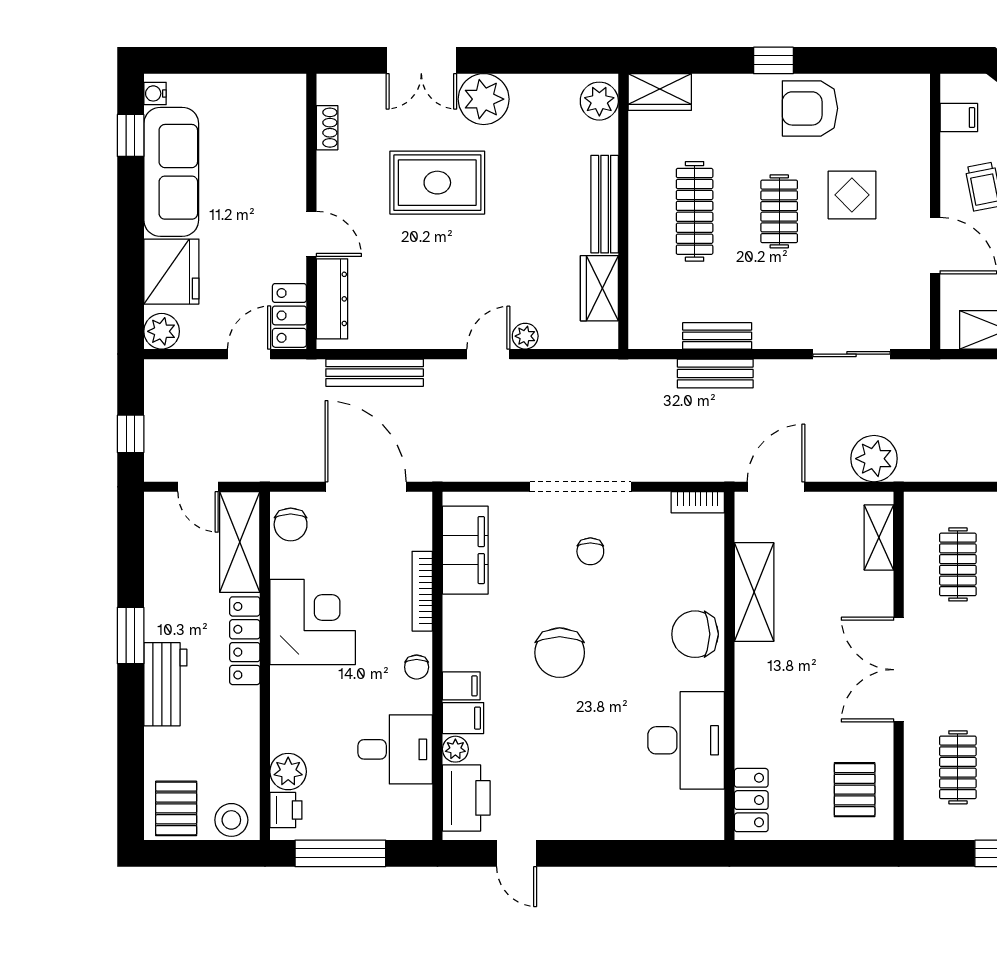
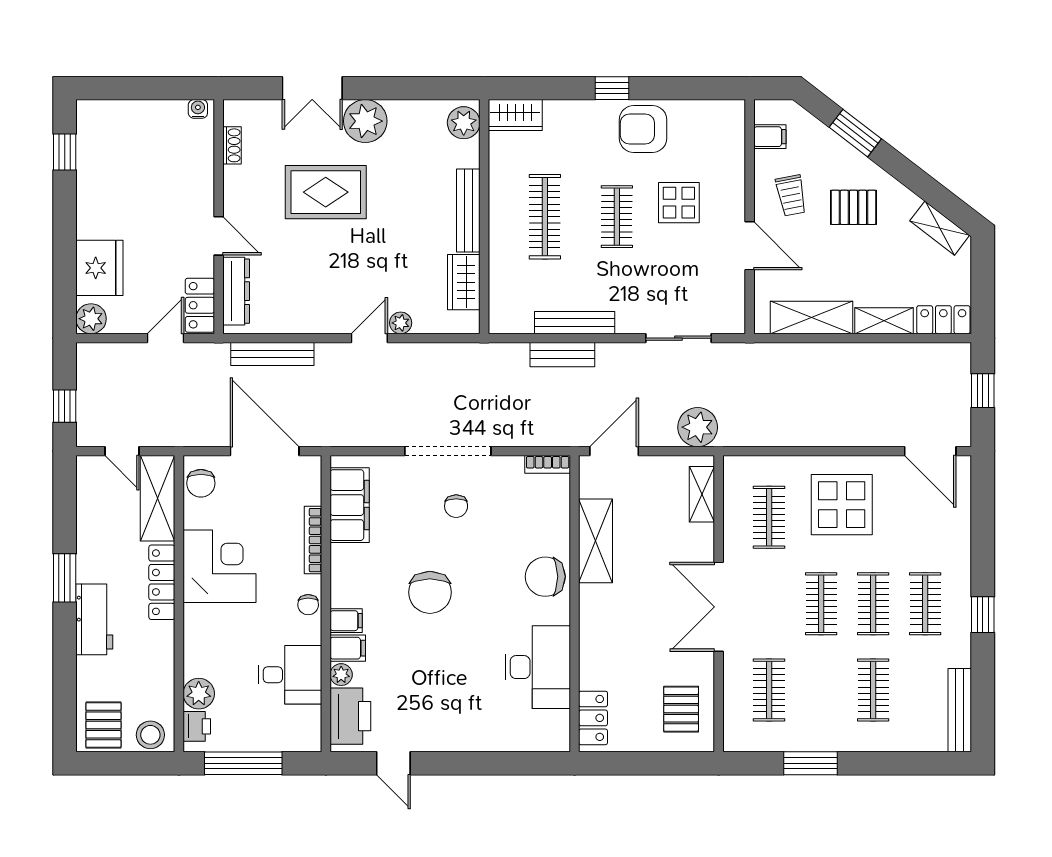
water cooler: (155, 93) -> (198, 109), moved, turned 90
sofa: (171, 172) -> (99, 183), removed
bench: (717, 336) -> (575, 323), width x1.36

